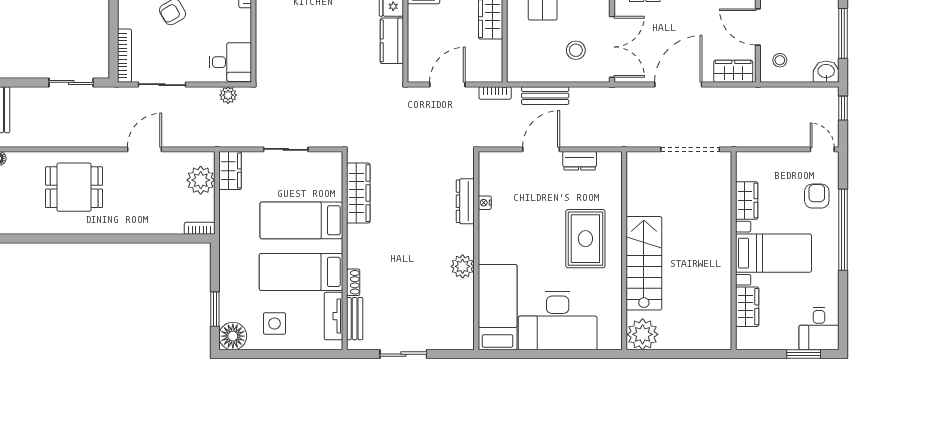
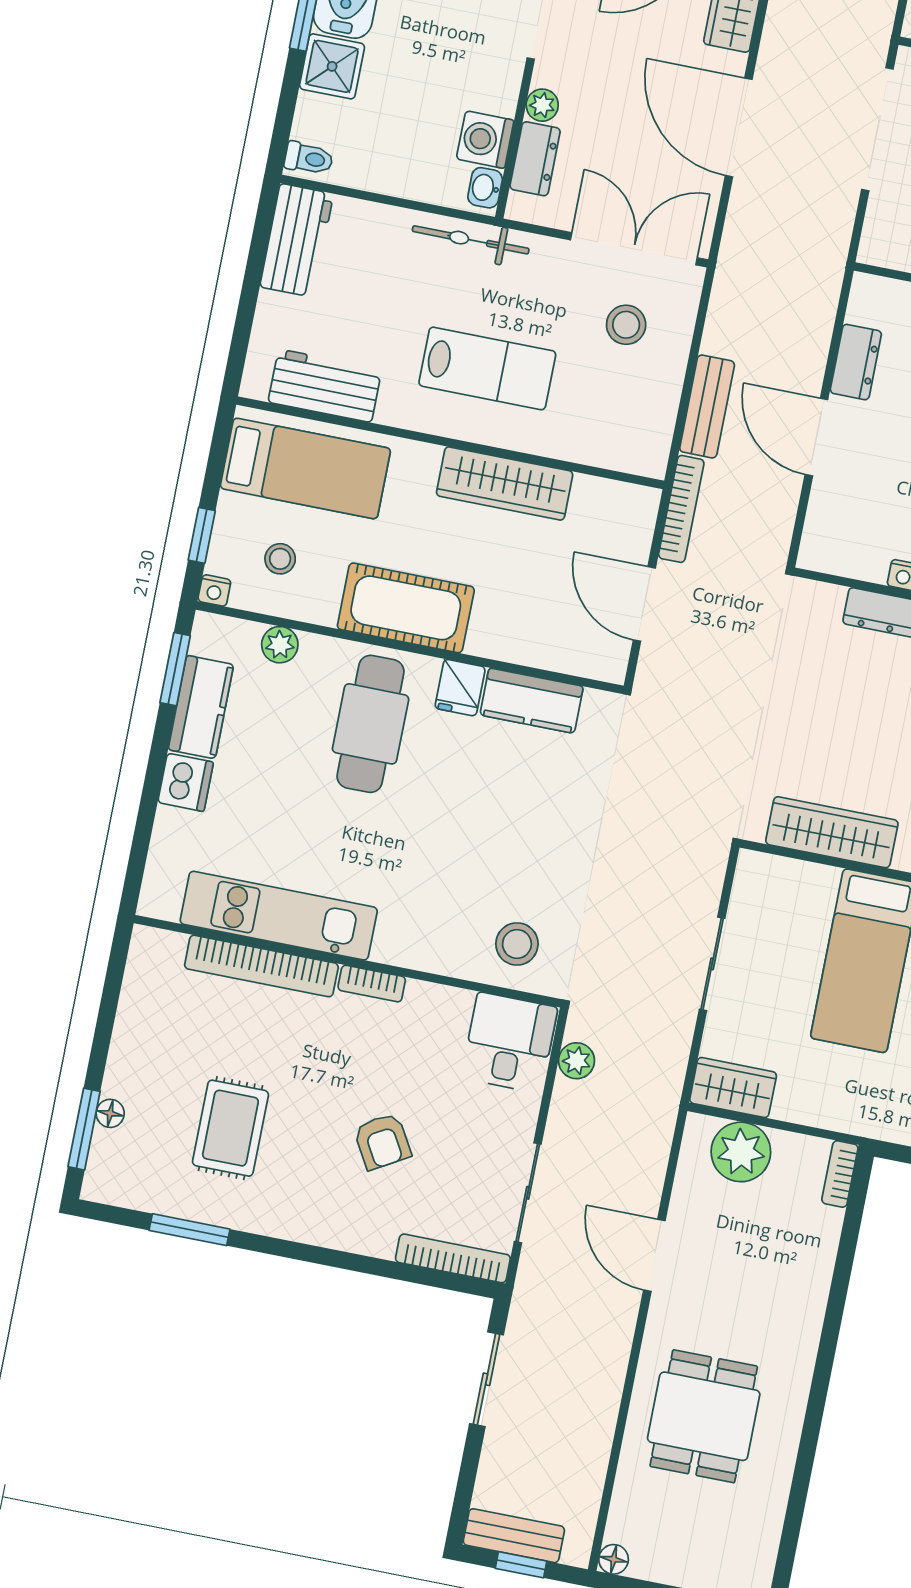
stool: (277, 57) -> (517, 944), added
bookcase: (495, 93) -> (681, 509), width x1.56

